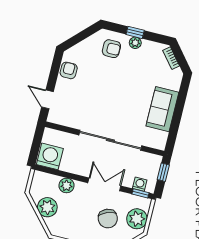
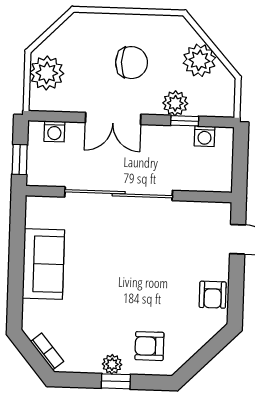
washing machine: (50, 156) -> (205, 136), width x0.53, depth x0.53
window: (140, 193) -> (185, 121), moved
chair: (108, 219) -> (131, 63), moved, turned 112

